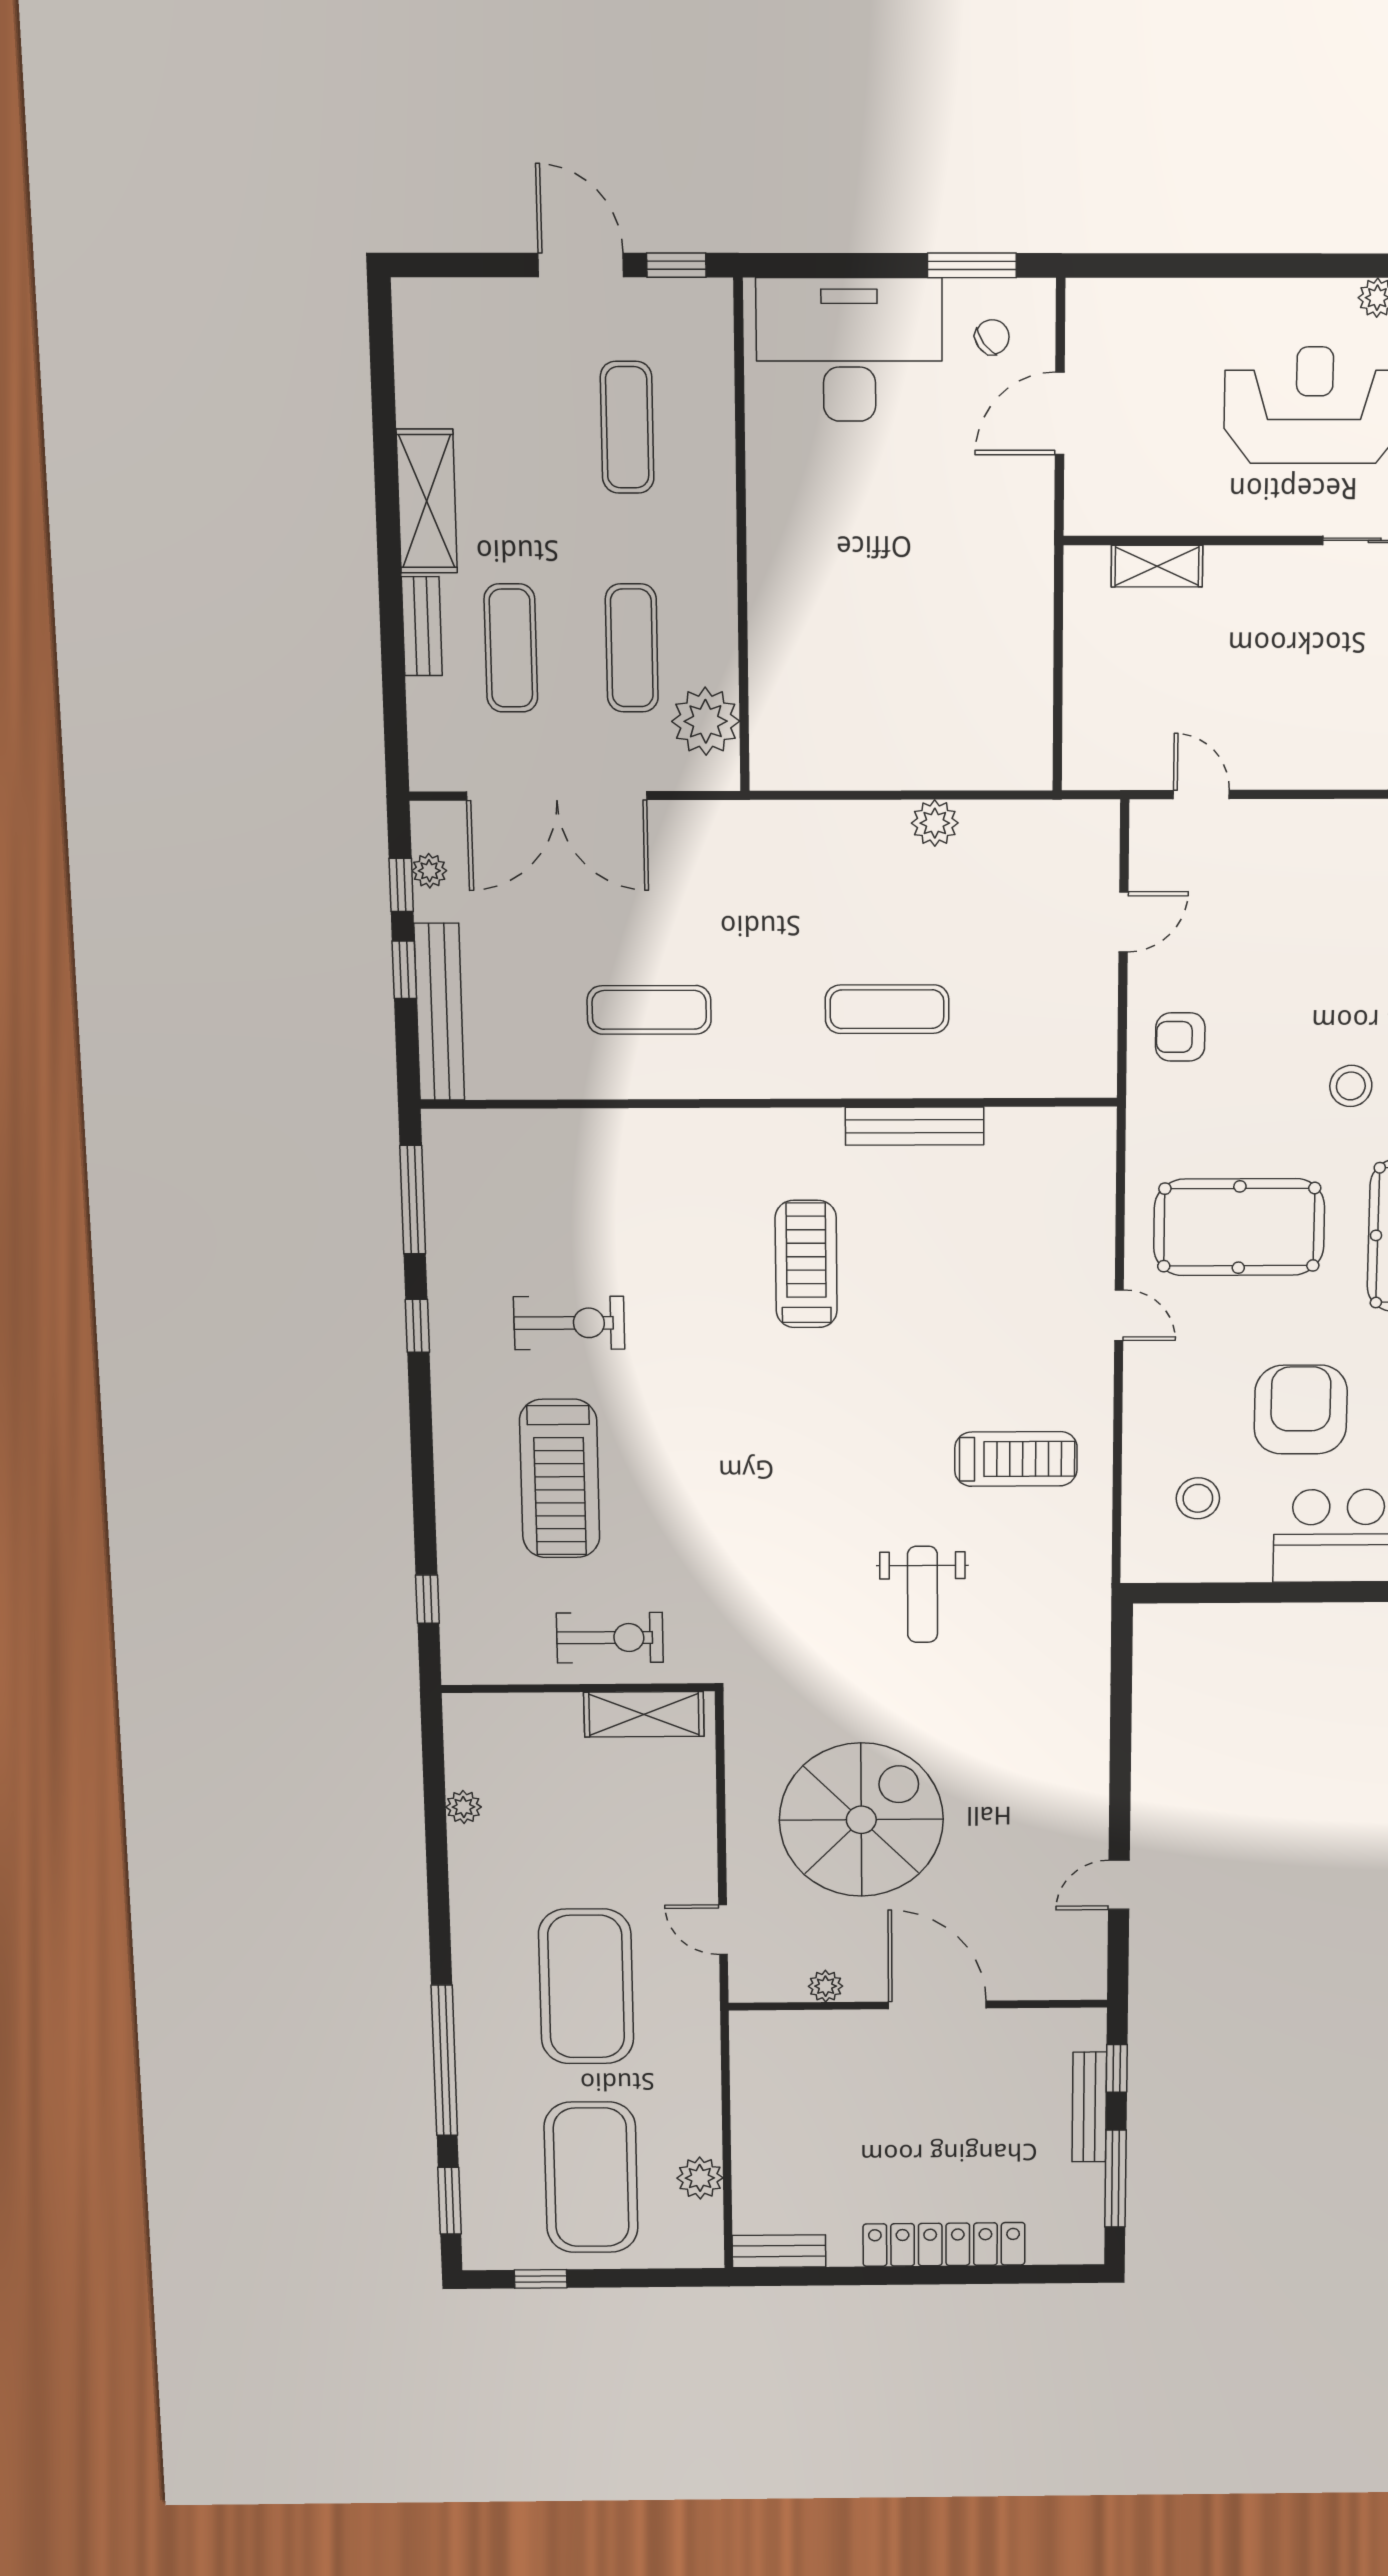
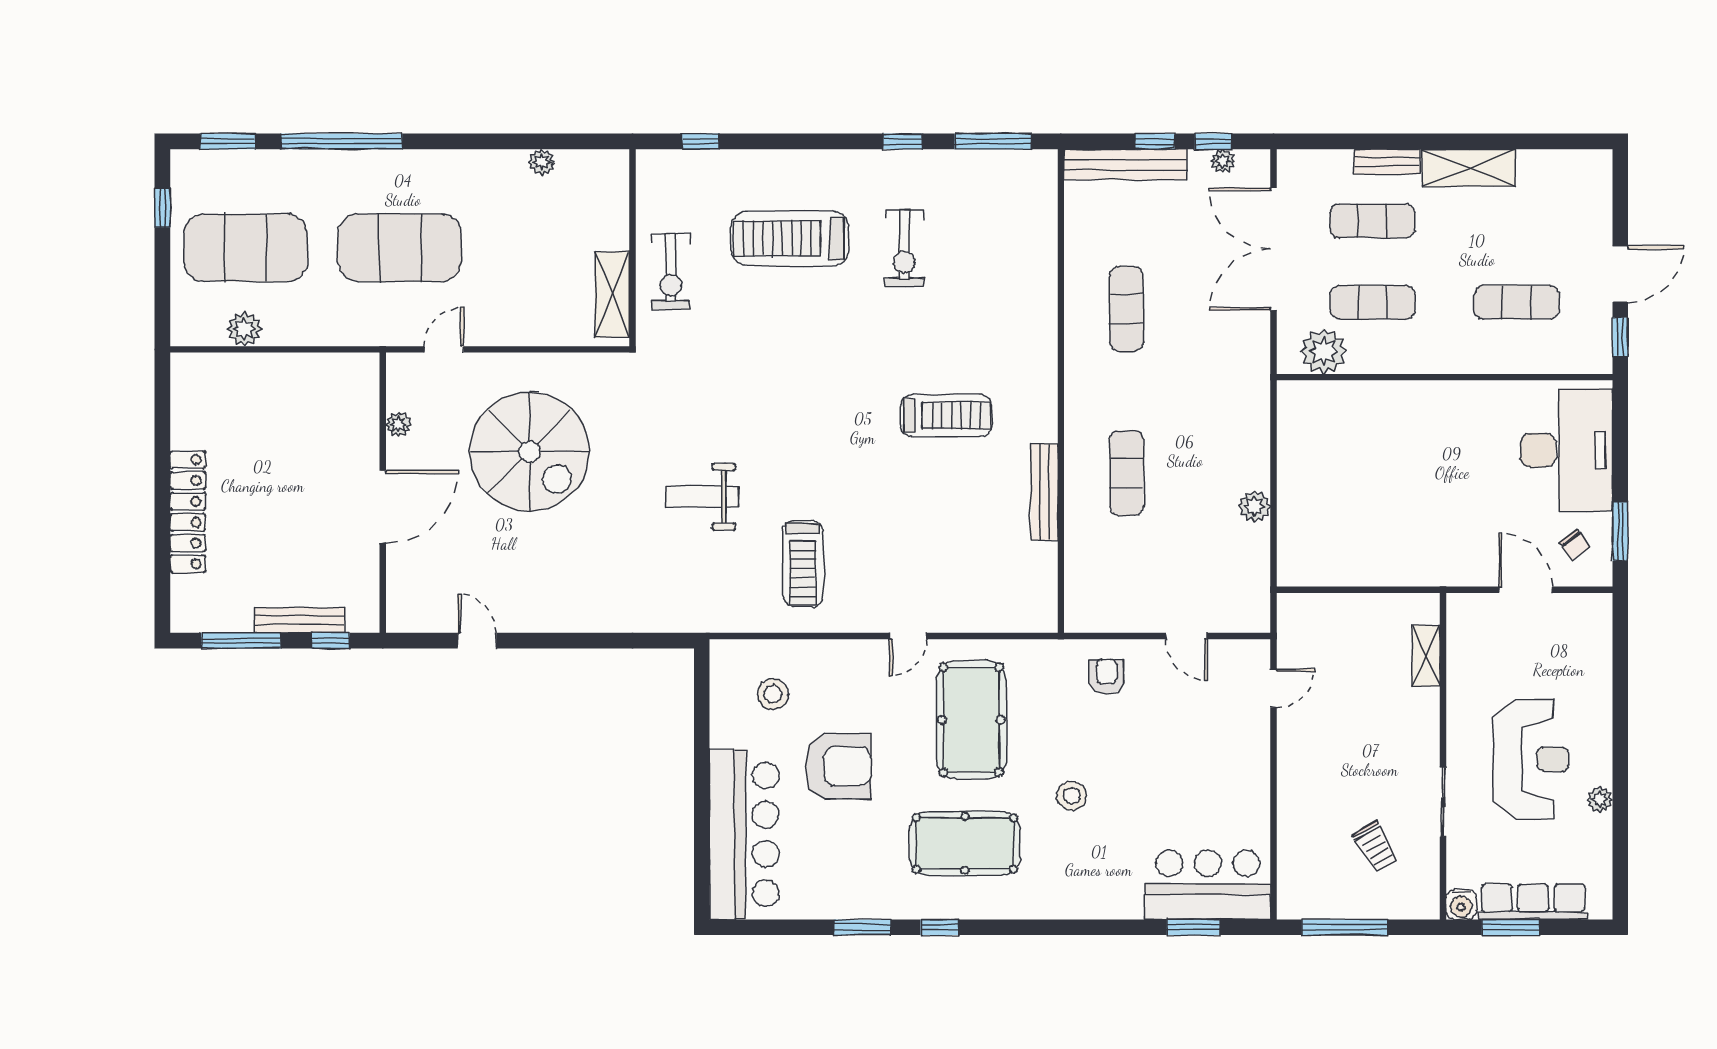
bench: (779, 2251) -> (184, 387), removed

